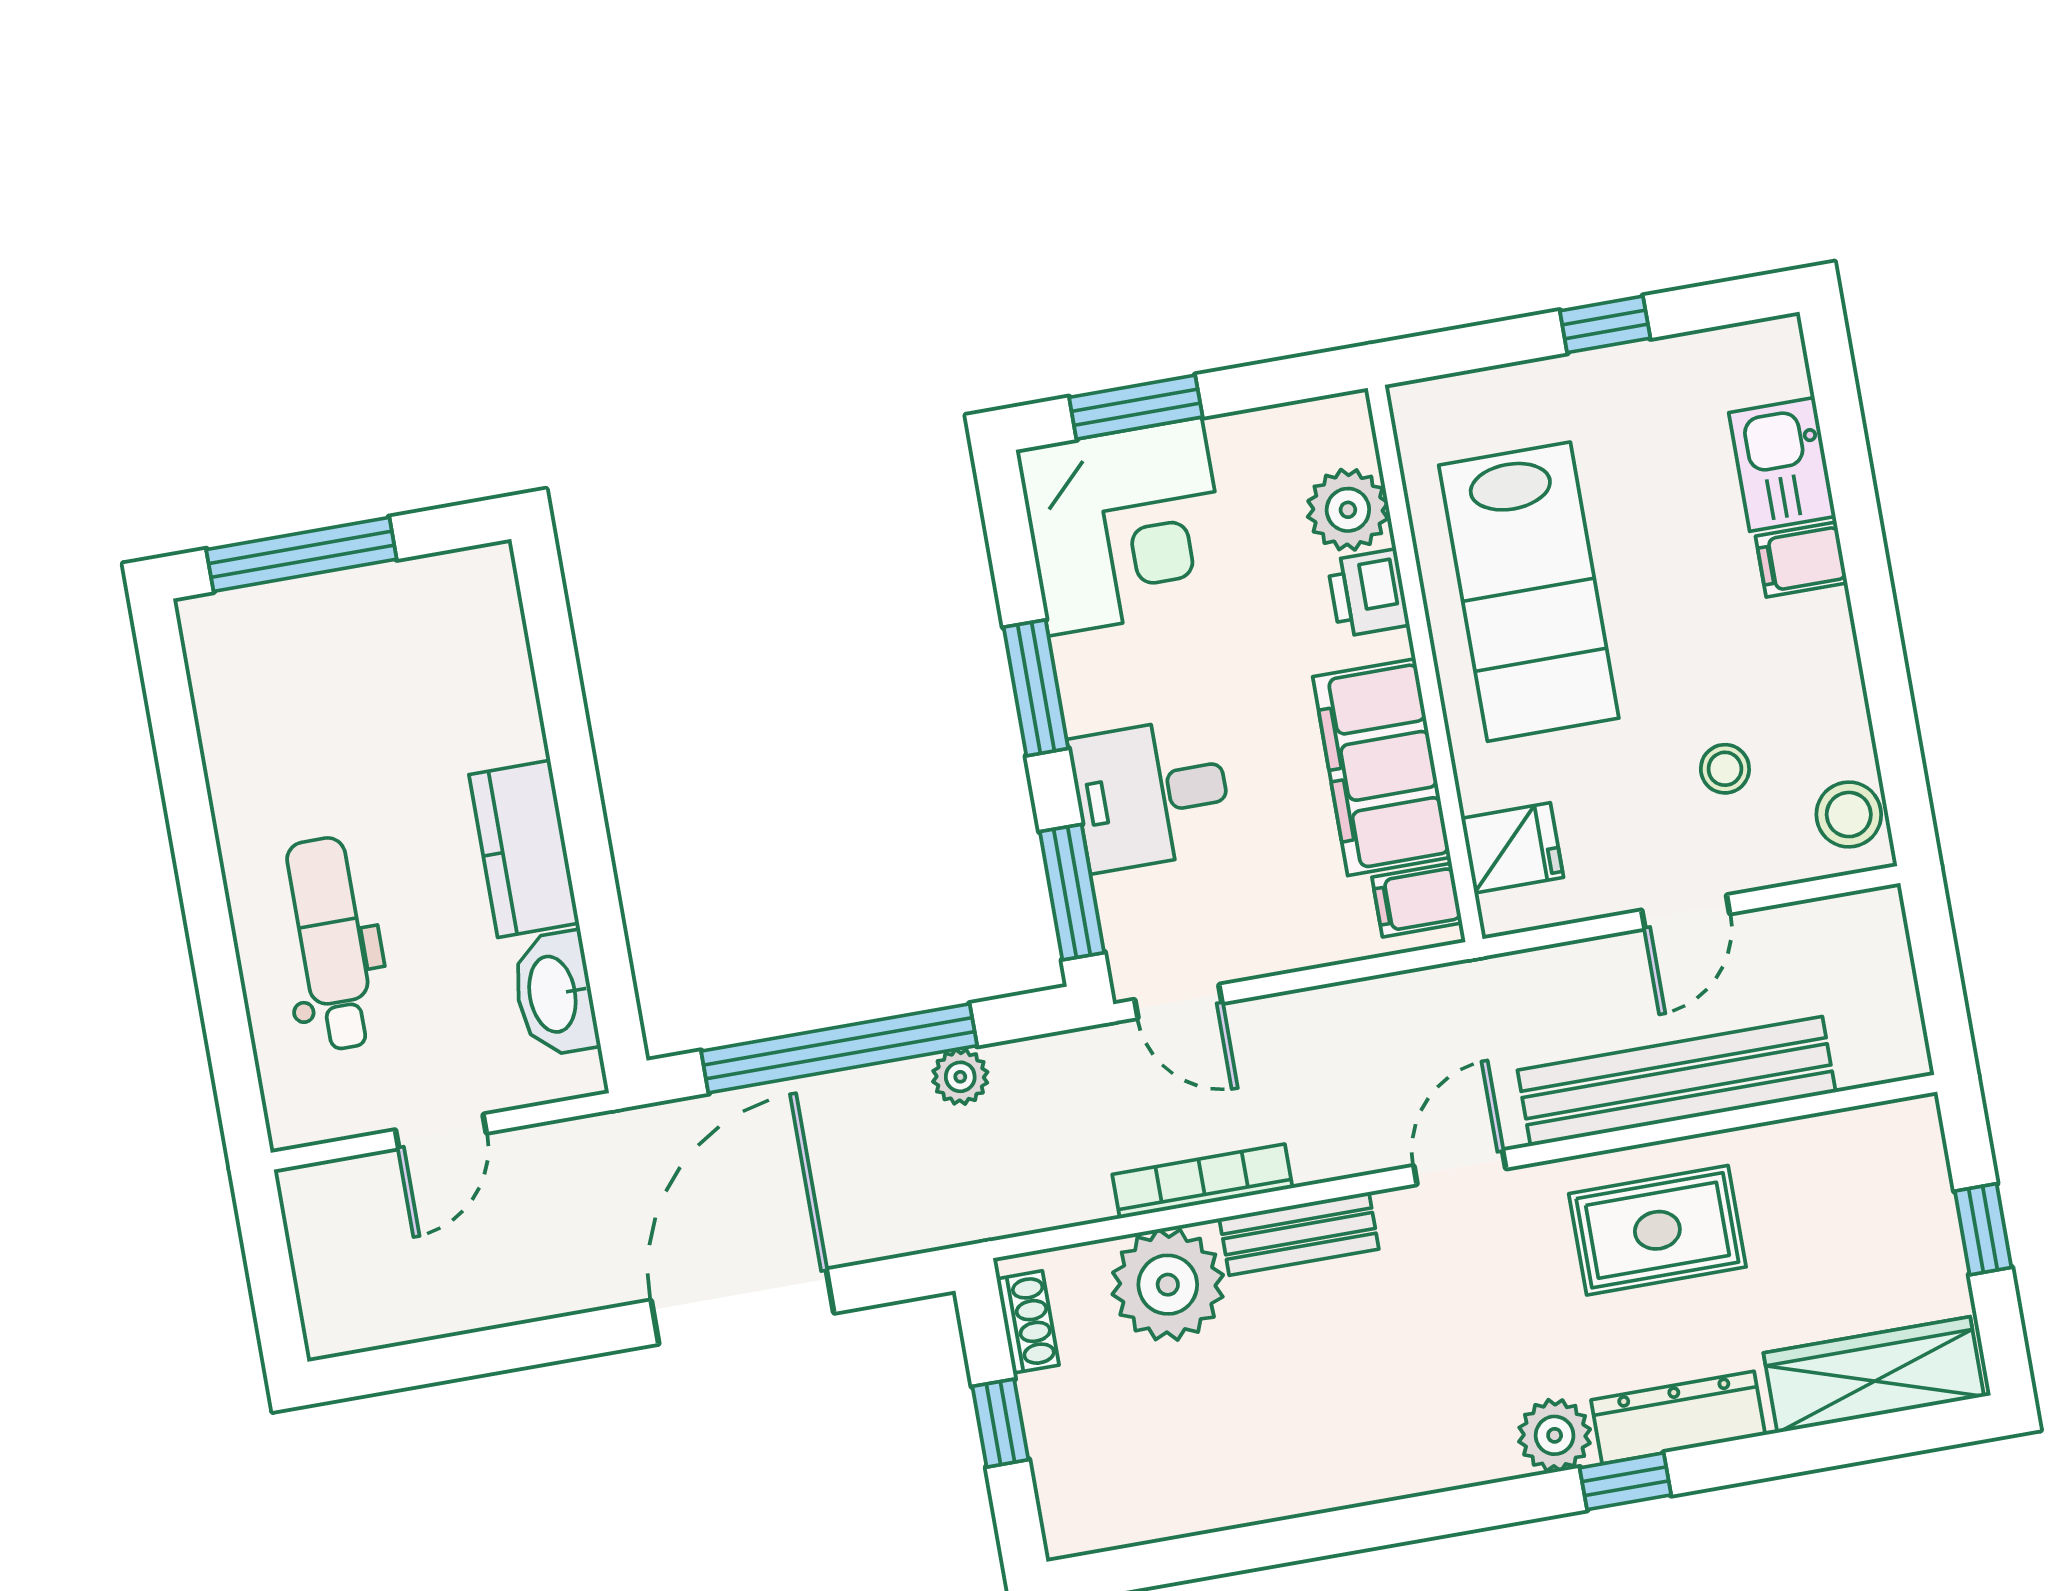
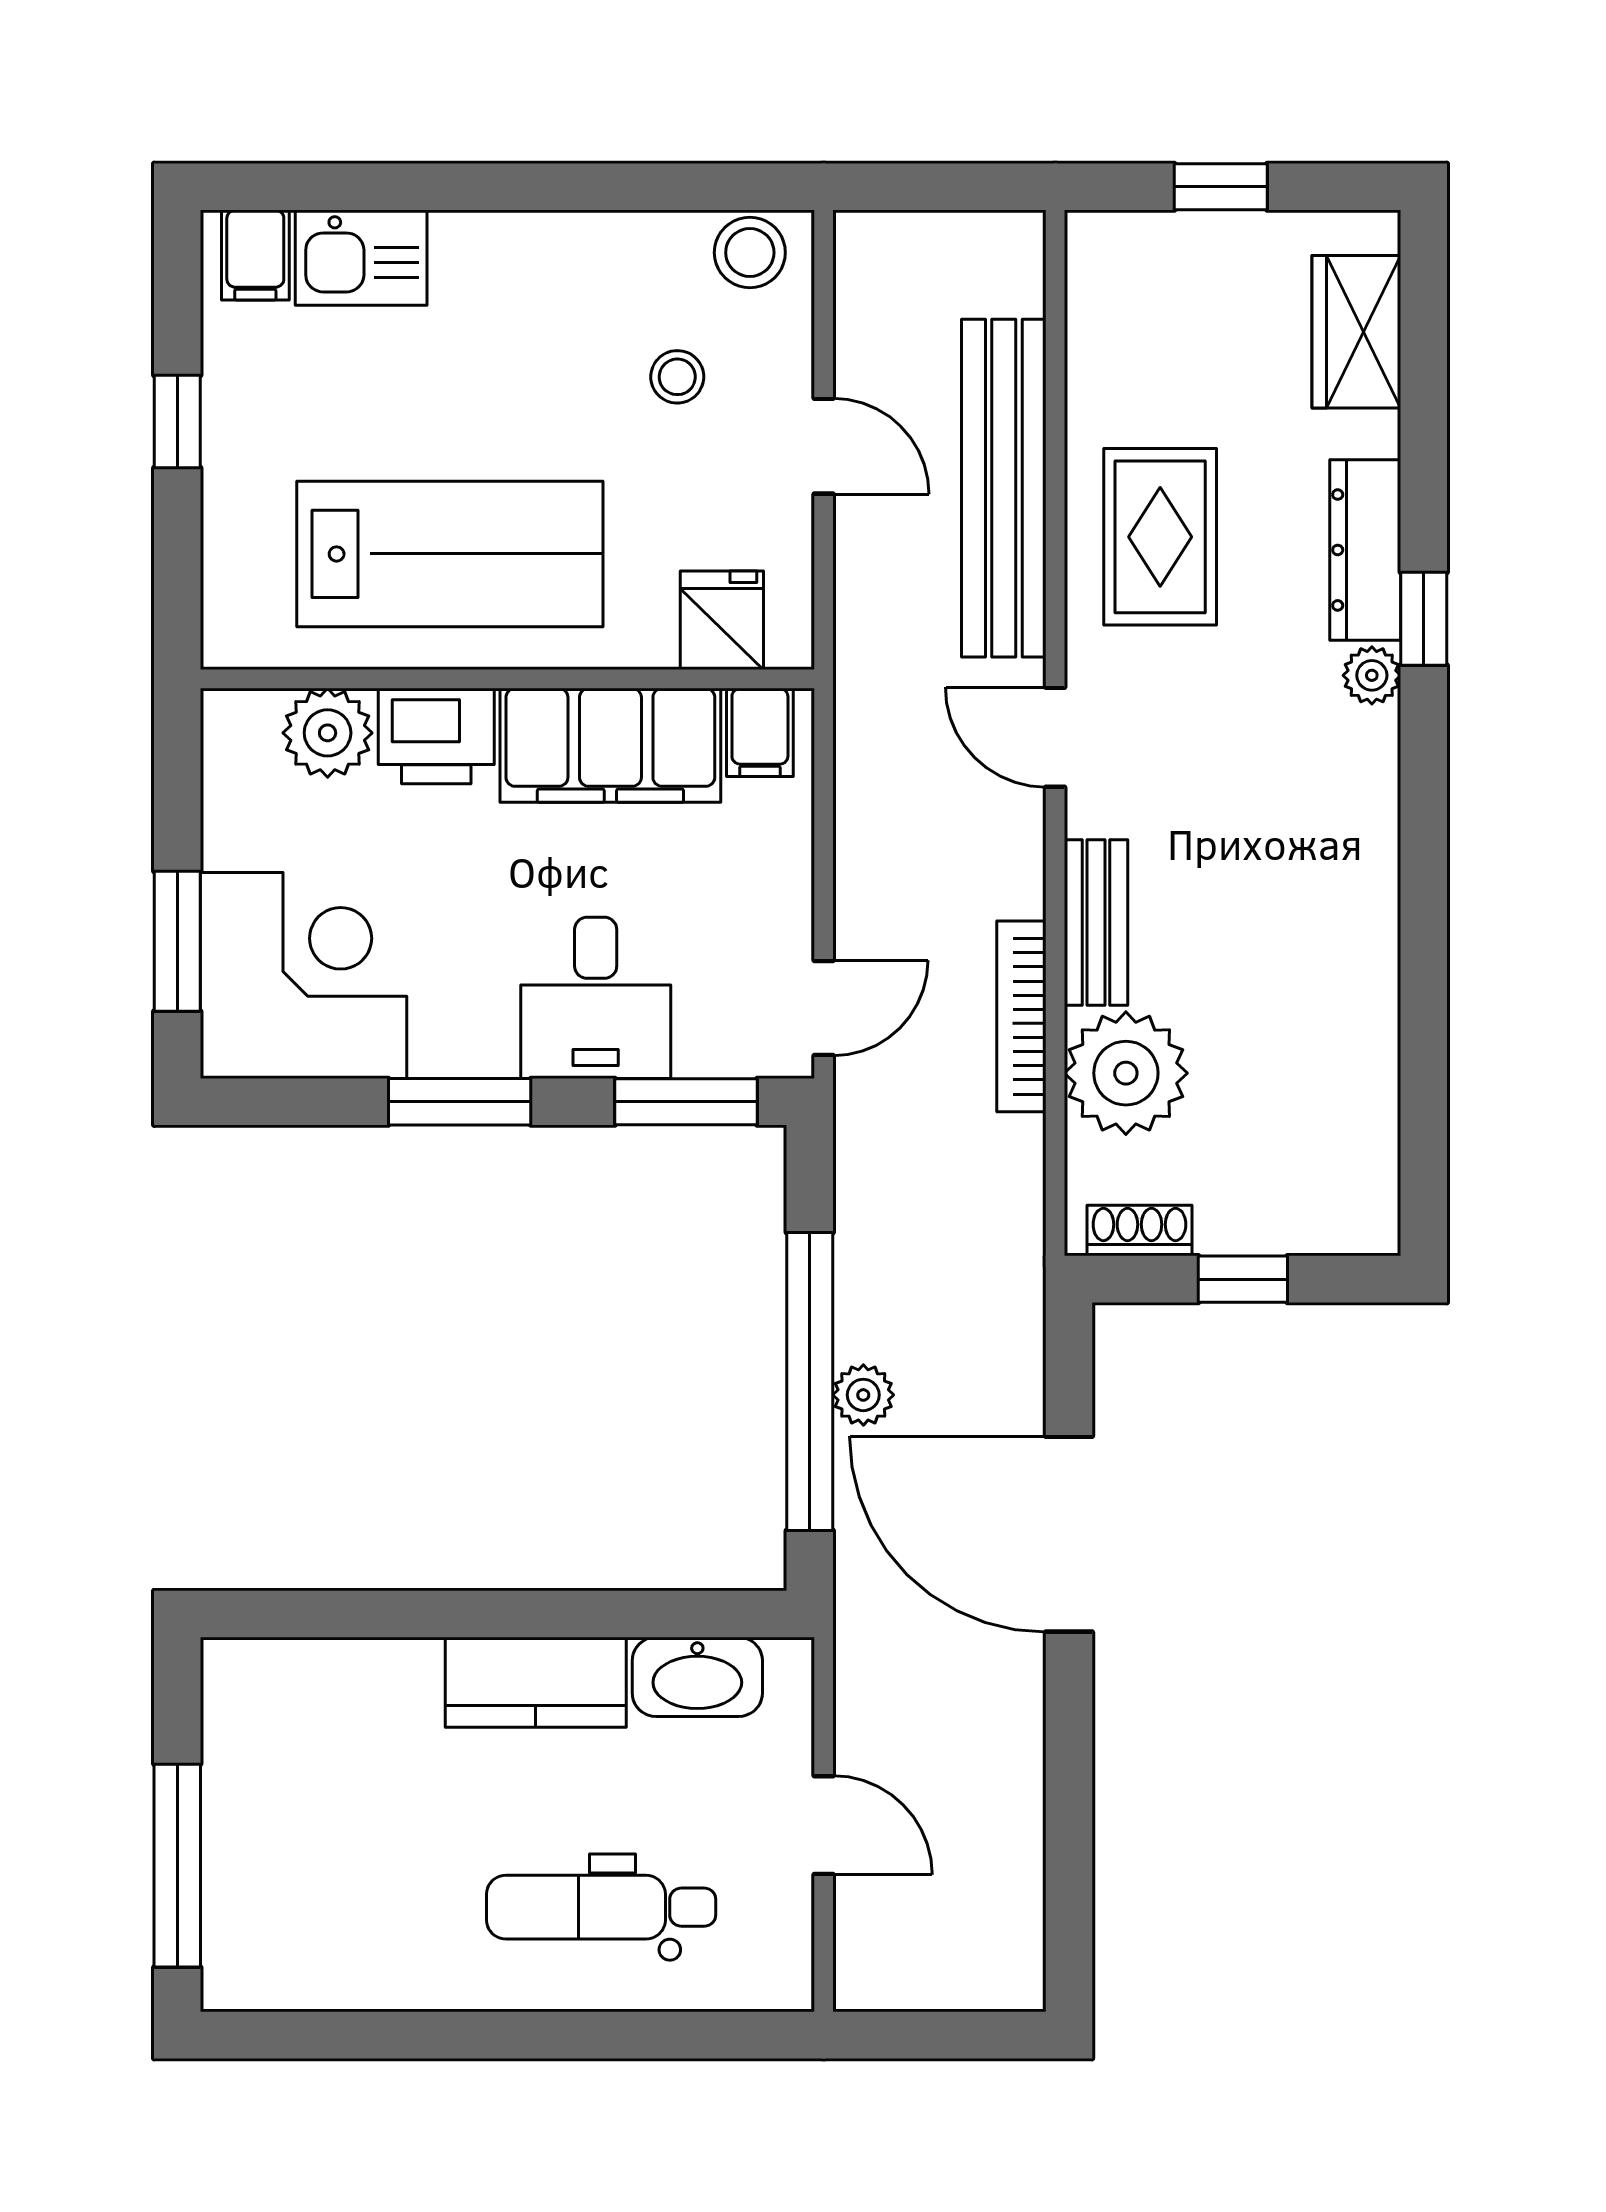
filing cabinet: (1801, 560) -> (255, 255), moved
printer: (1368, 593) -> (436, 736), width x1.36, depth x1.24
plant: (960, 1077) -> (863, 1395), moved
wardrobe: (1874, 1375) -> (1356, 332), width x0.67
plant: (1555, 1435) -> (1372, 675), width x0.73, depth x0.73

